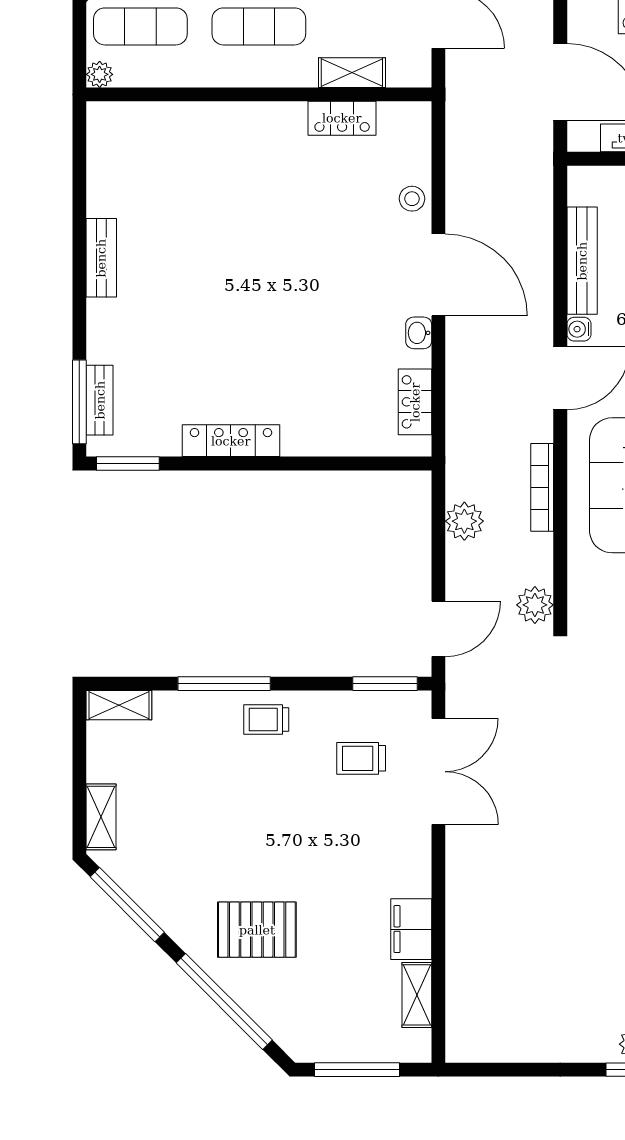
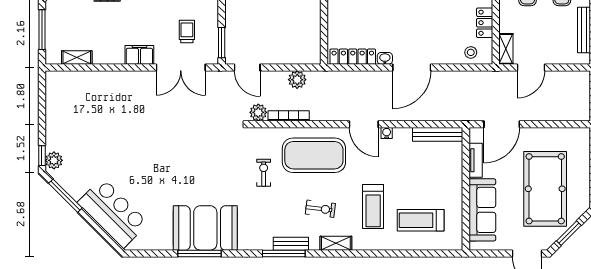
shelving: (352, 73) -> (506, 49), moved
stool: (412, 199) -> (471, 52), moved
bench: (582, 261) -> (438, 134), moved
locker: (415, 402) -> (353, 57), width x1.53
bookcase: (542, 487) -> (289, 116), moved
filing cabinet: (411, 929) -> (139, 55), moved

